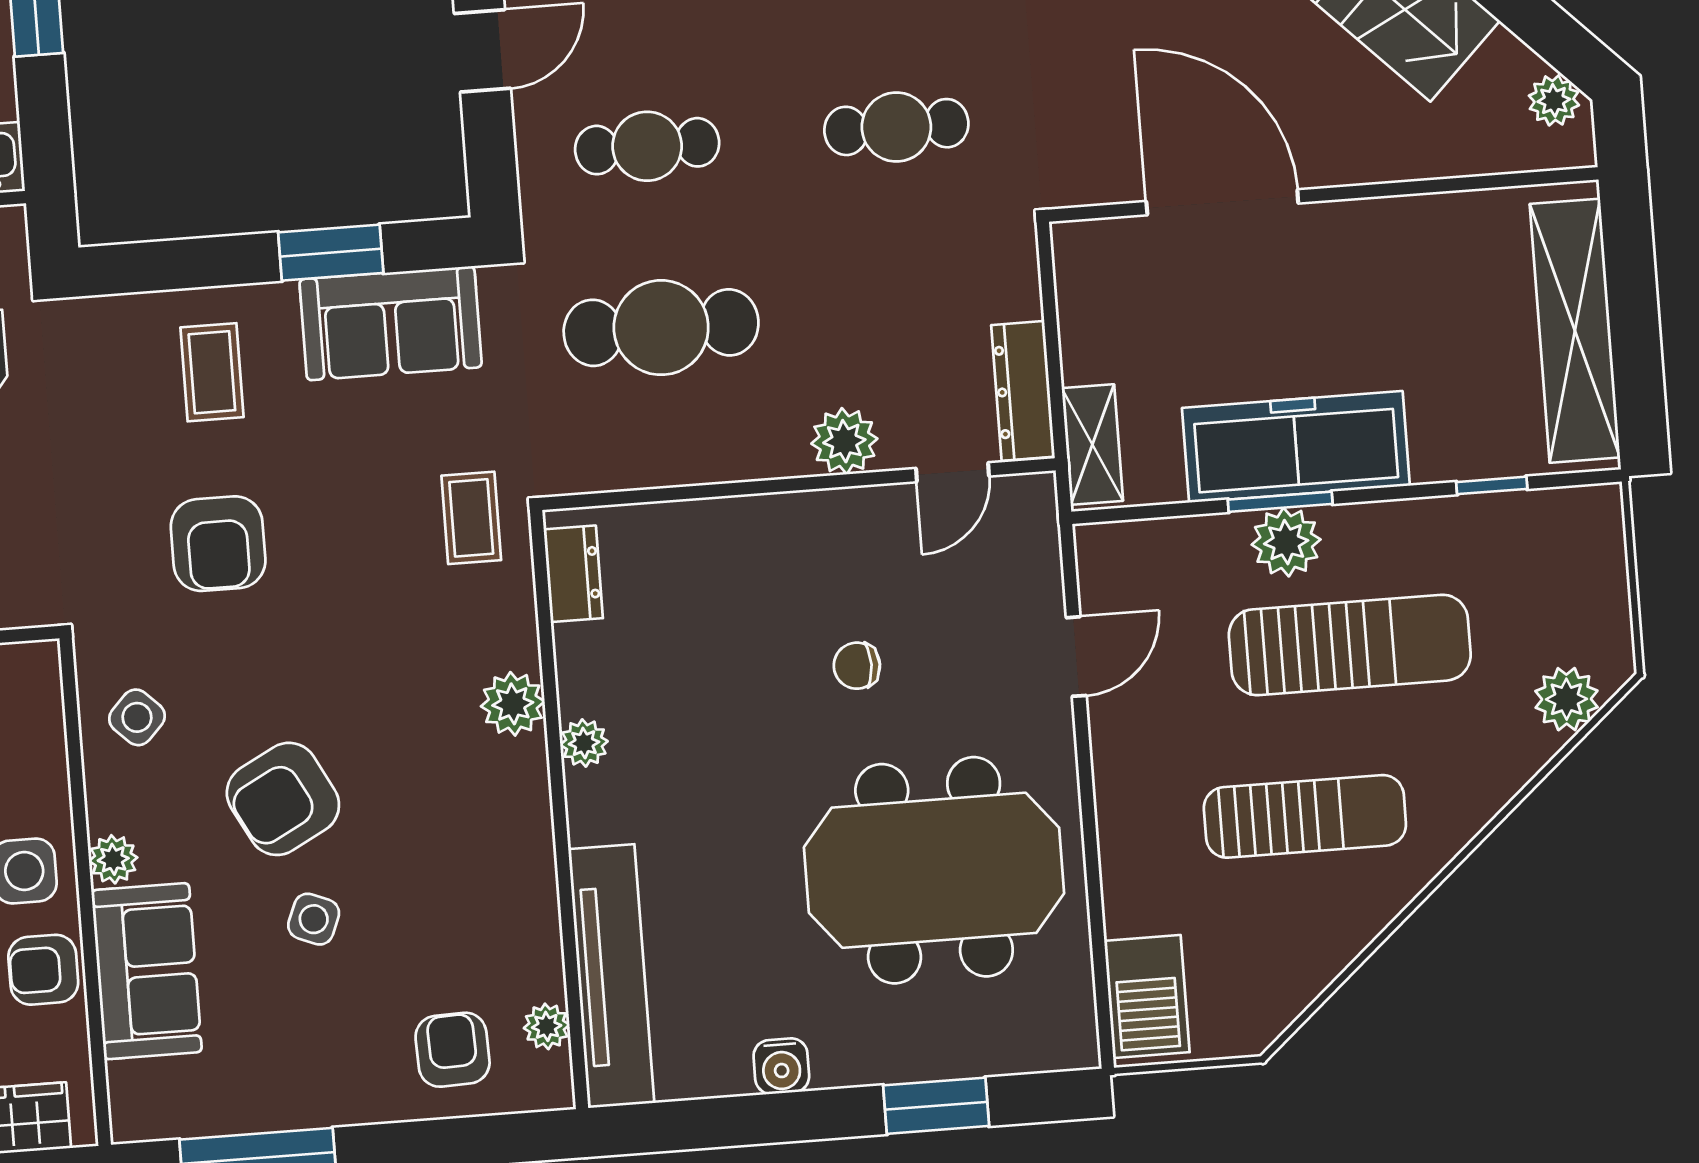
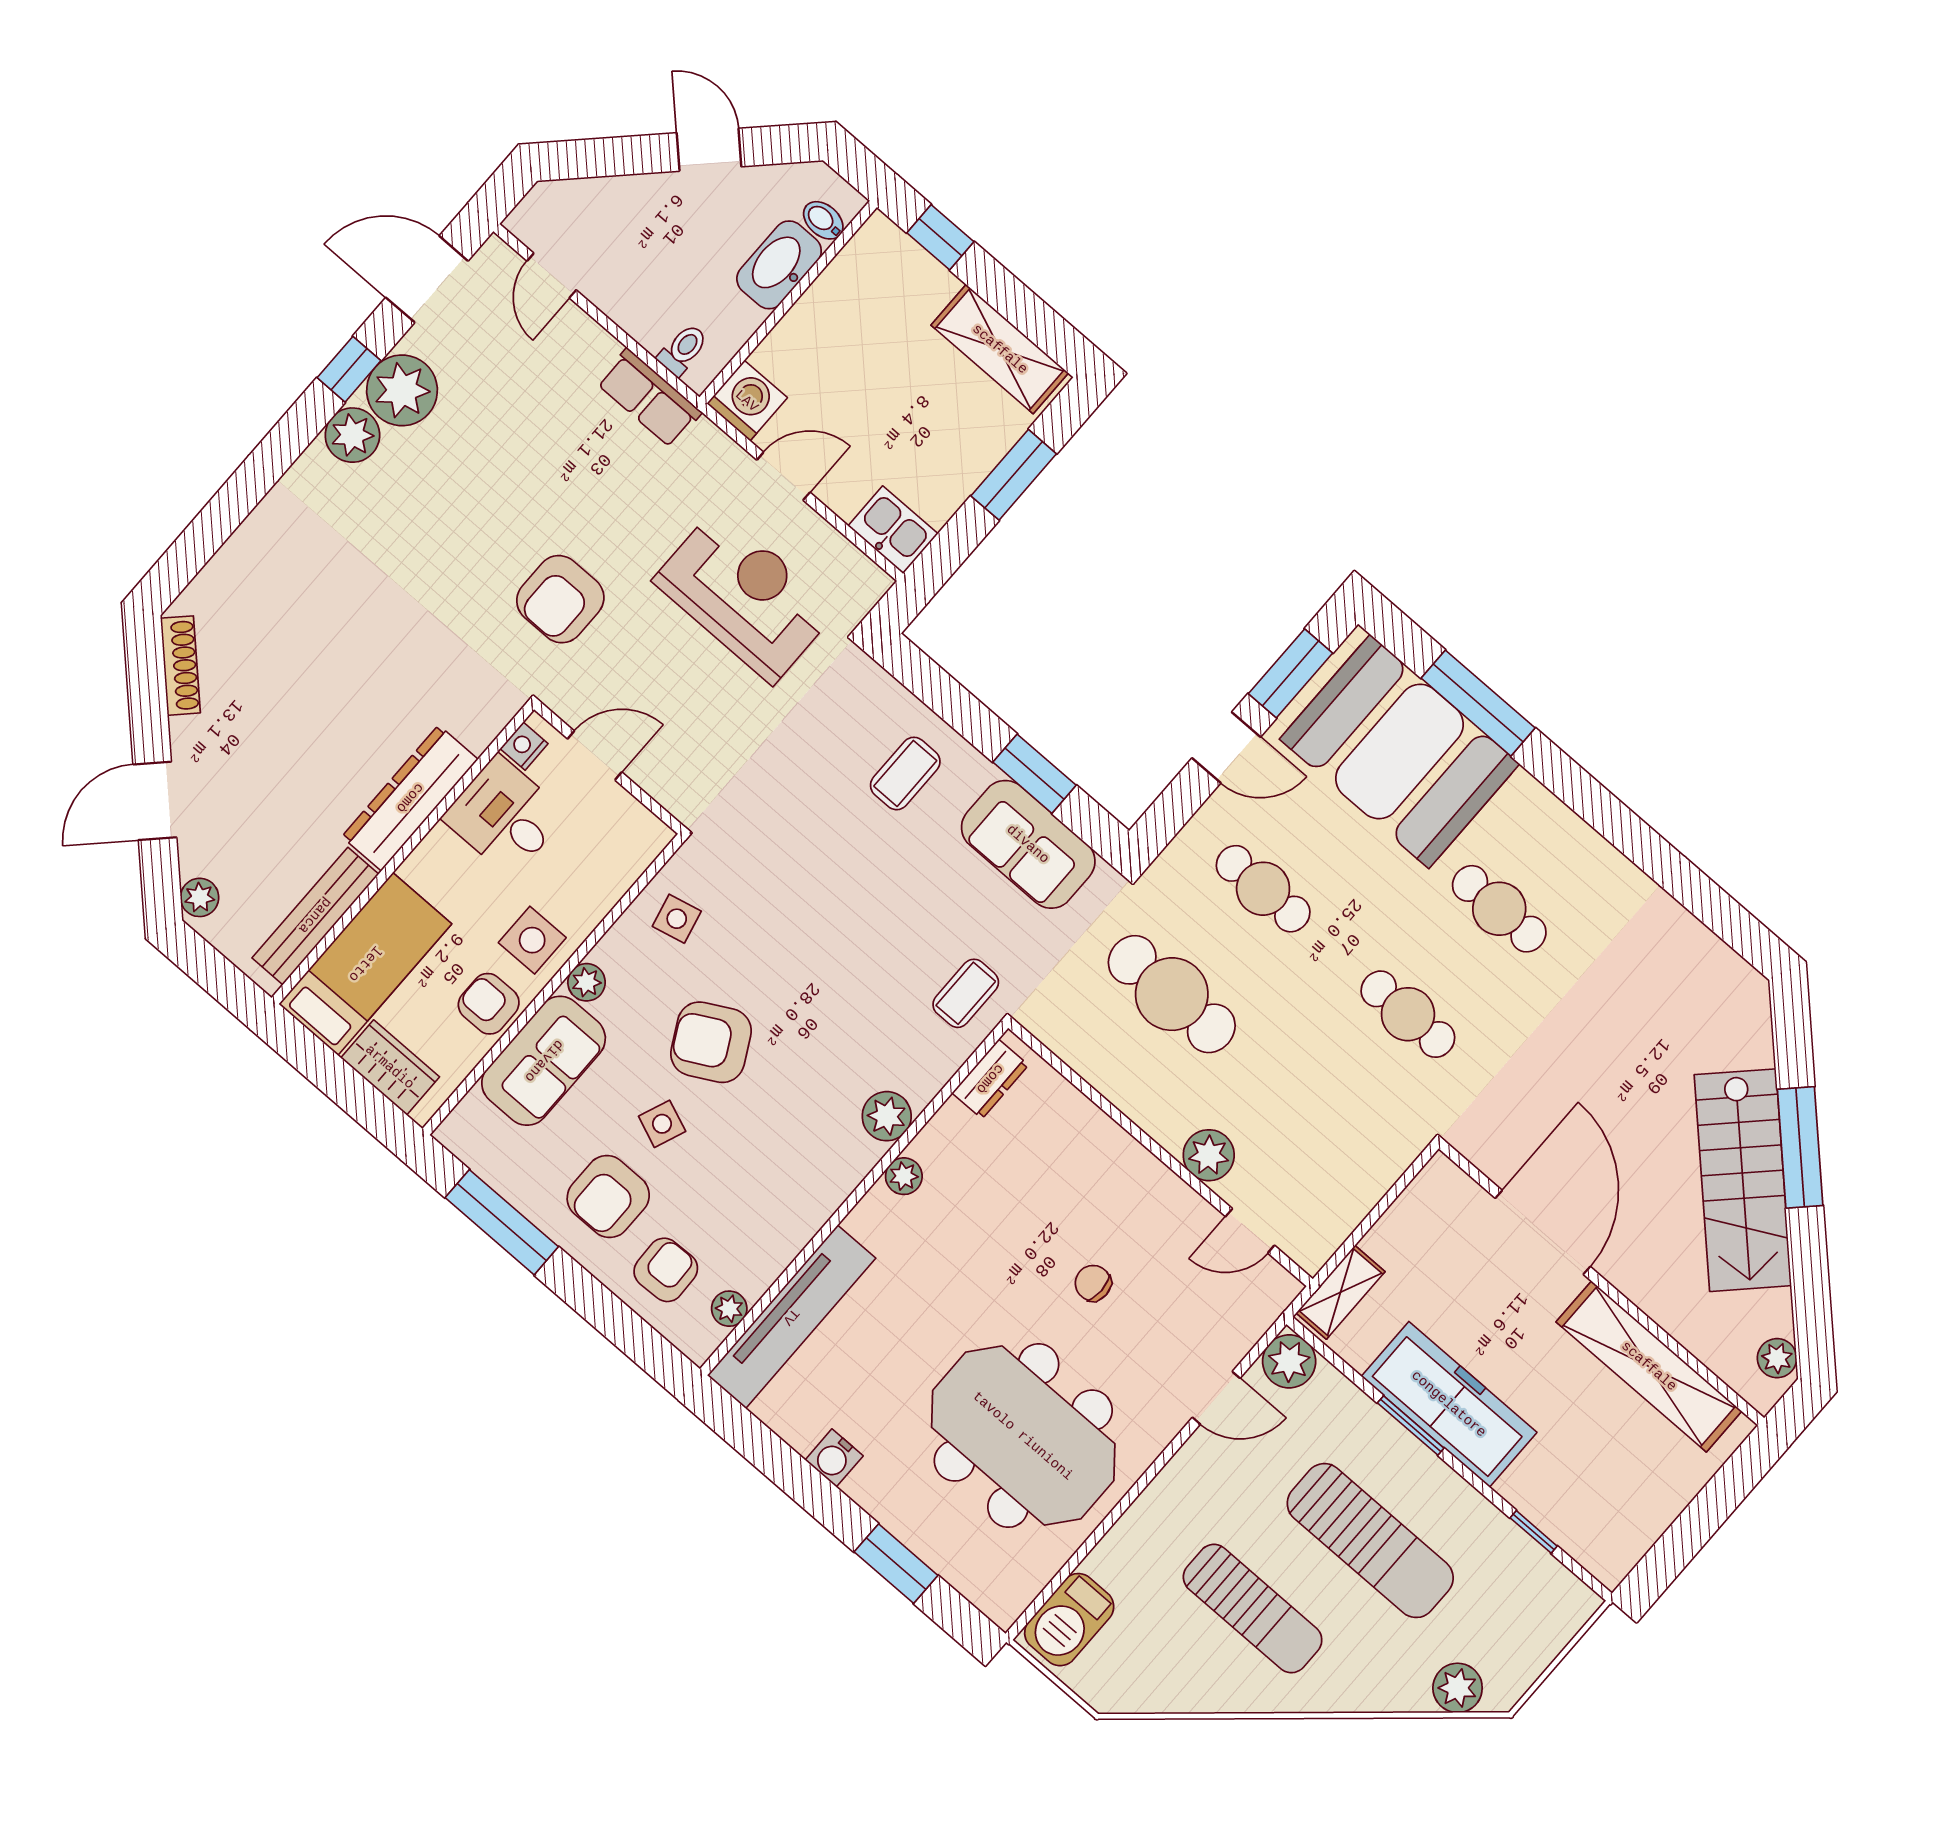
shelving: (1575, 331) -> (1649, 1366), moved, turned 90
dresser: (1023, 391) -> (1332, 1225), removed
plant: (1286, 542) -> (1289, 1361), moved
armchair: (218, 544) -> (608, 1197), moved
side table: (137, 717) -> (677, 919), turned 33

